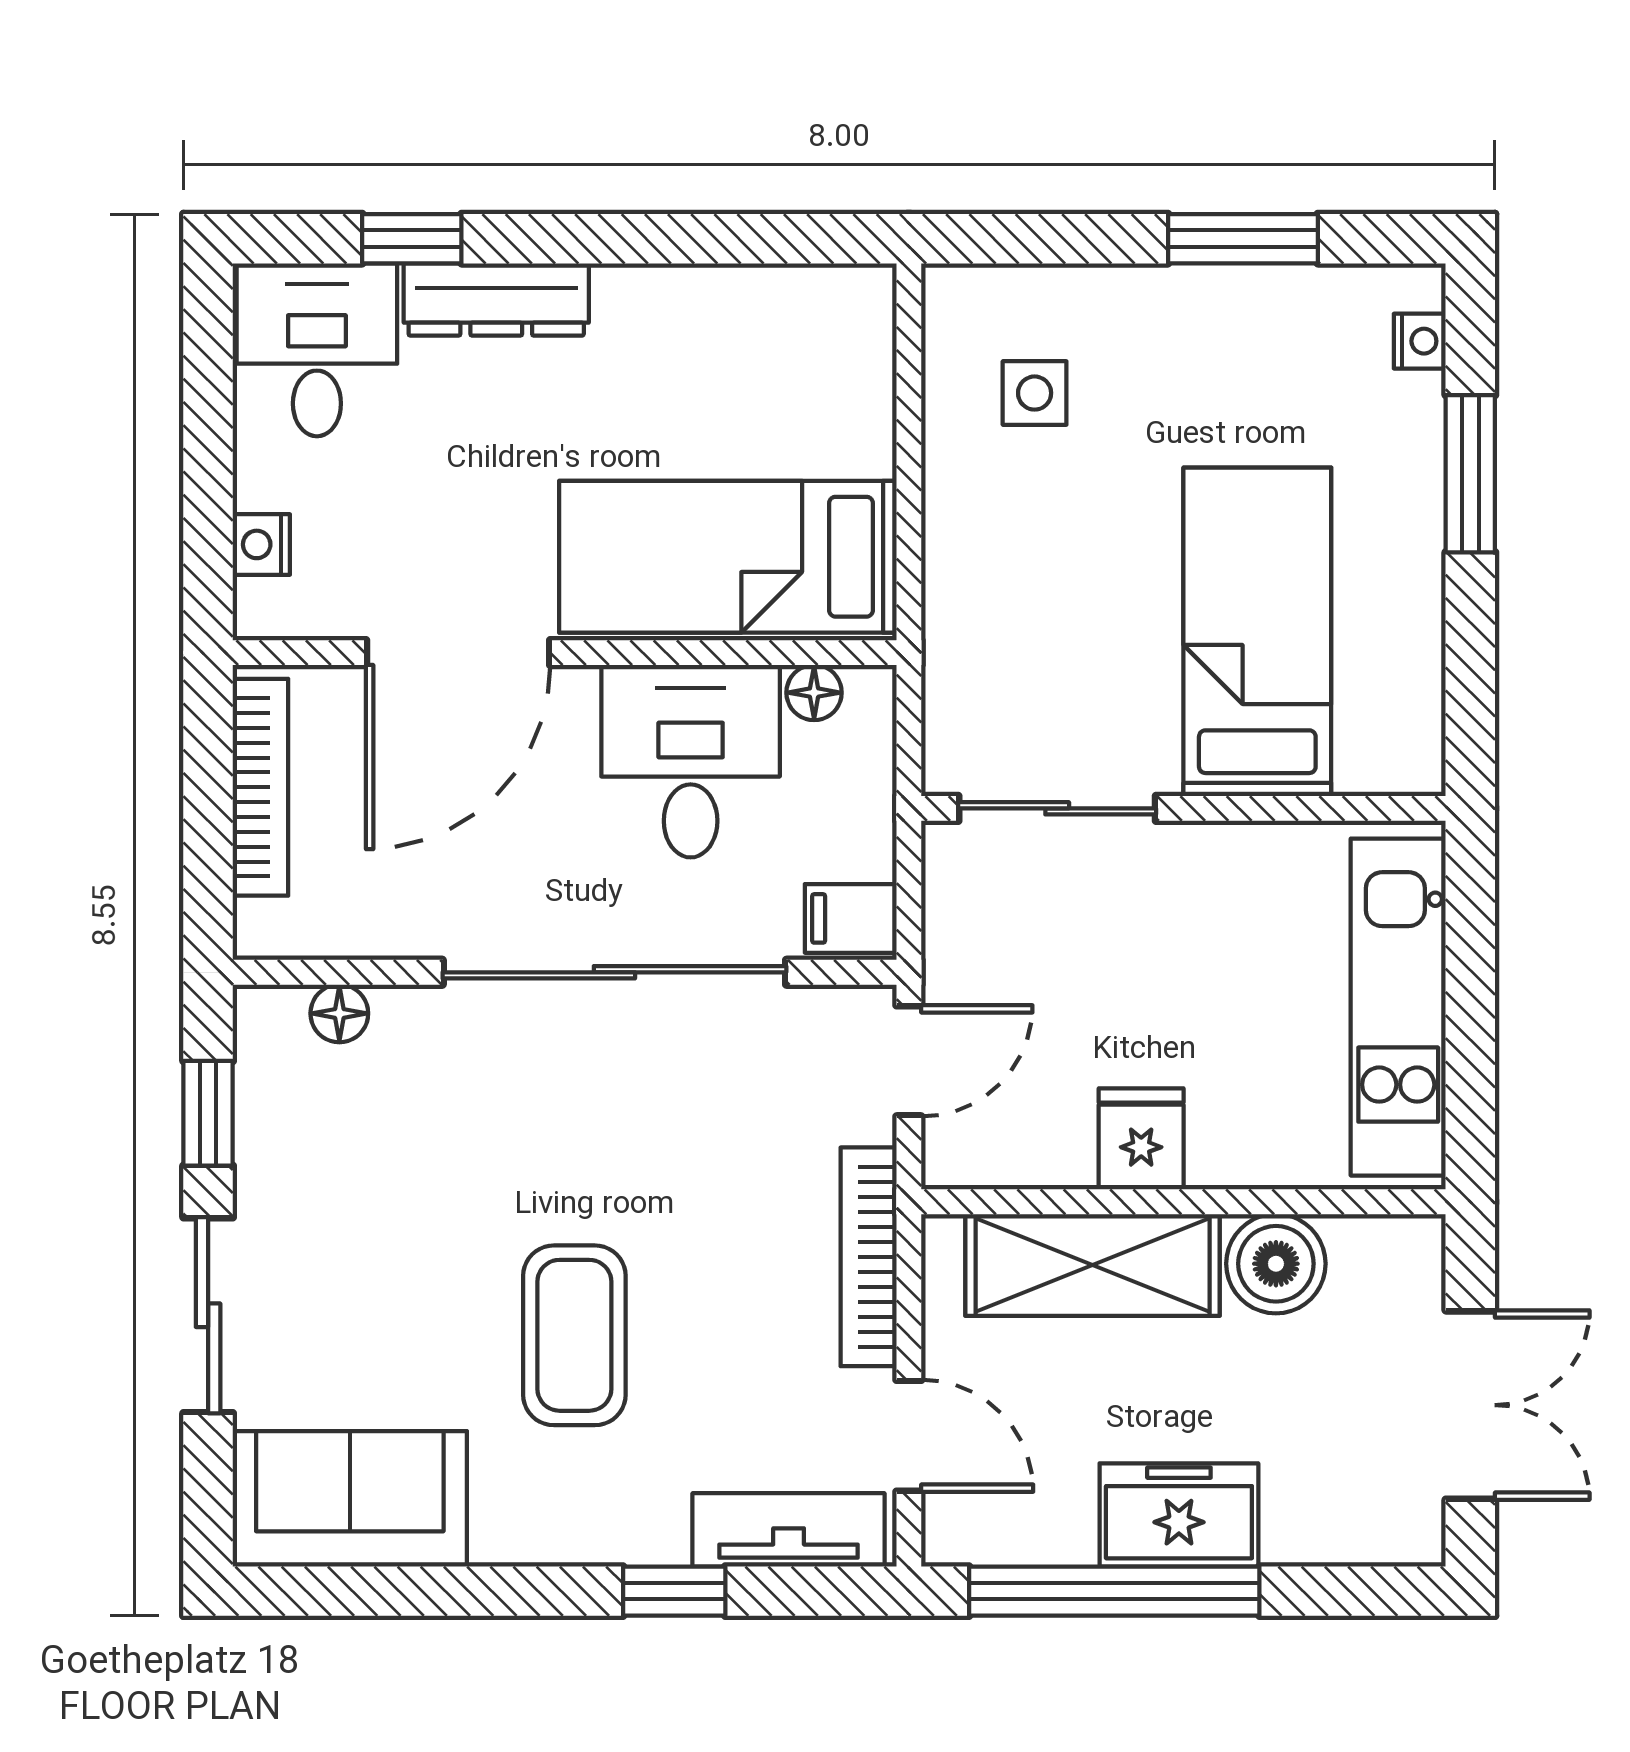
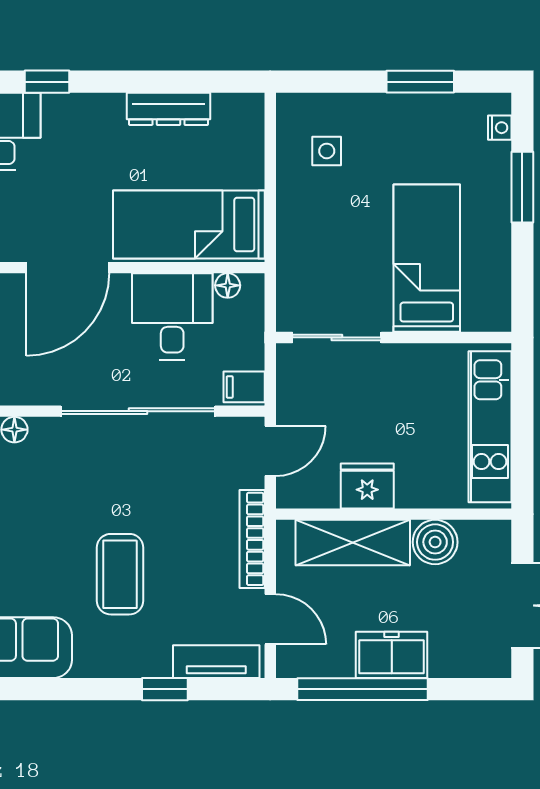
dresser: (496, 299) -> (169, 109), moved
fridge: (1141, 1139) -> (367, 486), width x1.38

